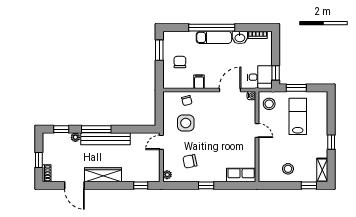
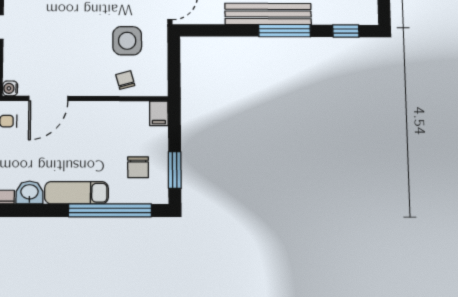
window: (212, 28) -> (110, 210), moved
chair: (180, 62) -> (138, 167), moved
filing cabinet: (199, 82) -> (159, 113), moved
plant: (75, 137) -> (321, 17), removed

